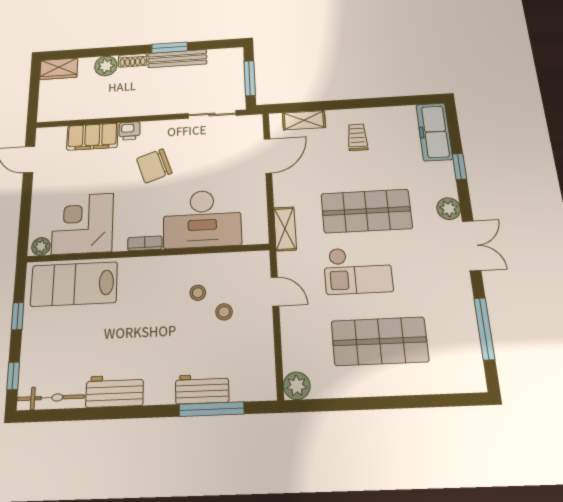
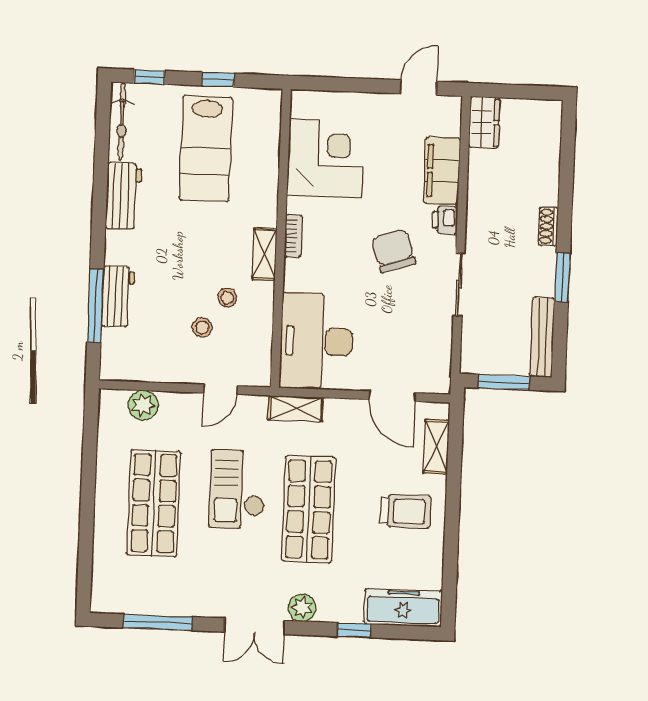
bench: (177, 59) -> (542, 337), moved
plant: (106, 66) -> (544, 190), removed
wardrobe: (59, 69) -> (484, 122), moved, turned 180
sliding door: (212, 114) -> (459, 284), moved
trolley: (357, 137) -> (406, 511), width x1.36, depth x1.39
desk: (202, 219) -> (316, 341), moved
plant: (41, 246) -> (301, 106), removed
shelving: (160, 265) -> (265, 254), added
lab bench: (74, 284) -> (206, 149), moved, turned 180
plant: (297, 386) -> (143, 405), moved

